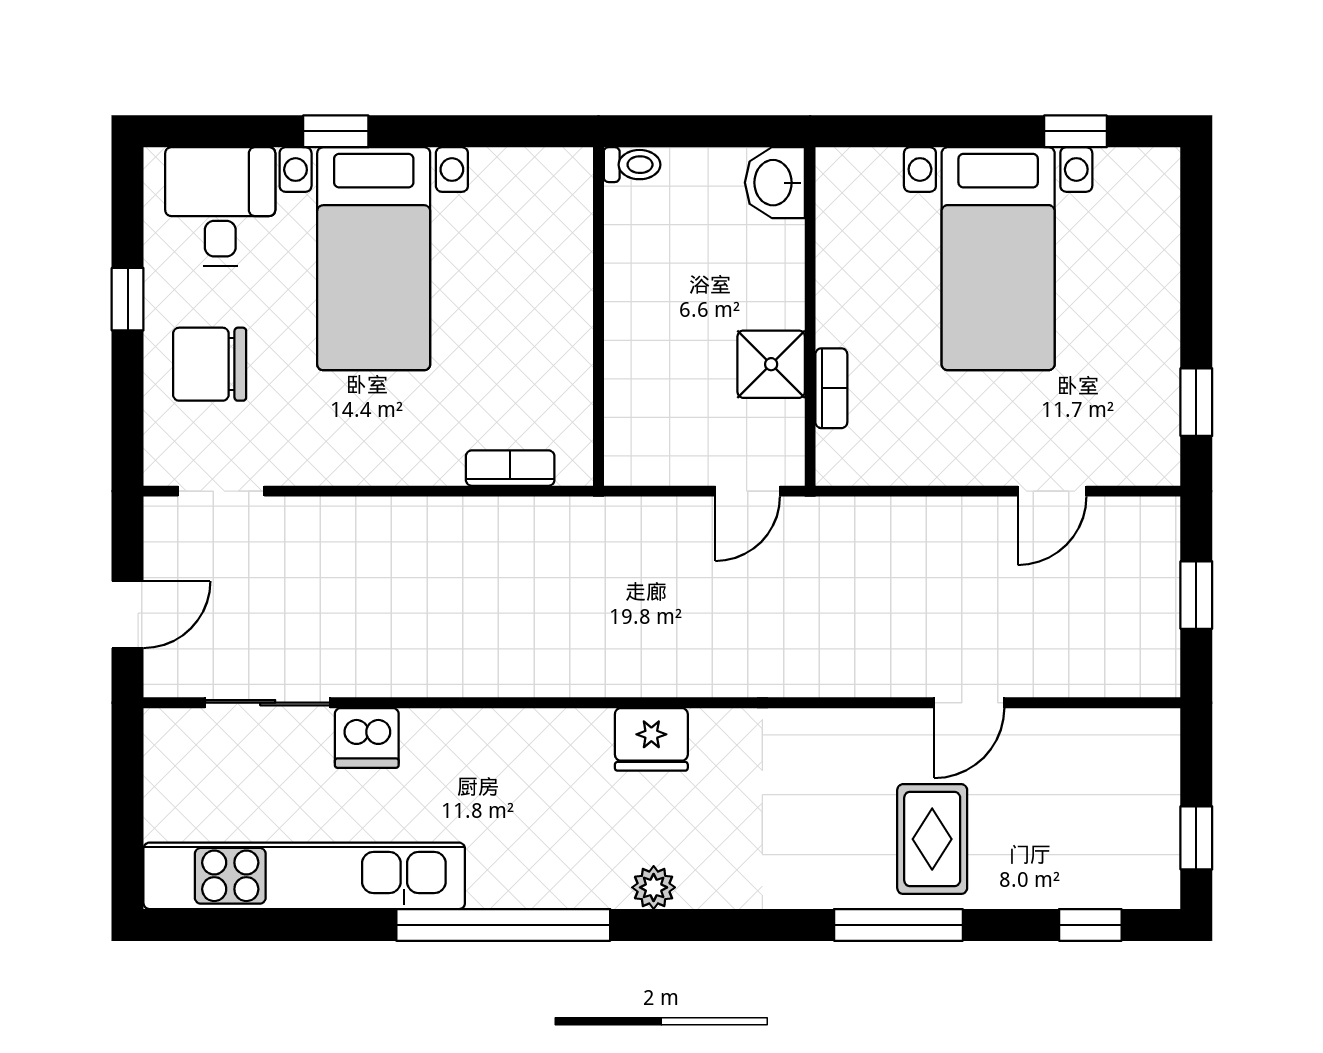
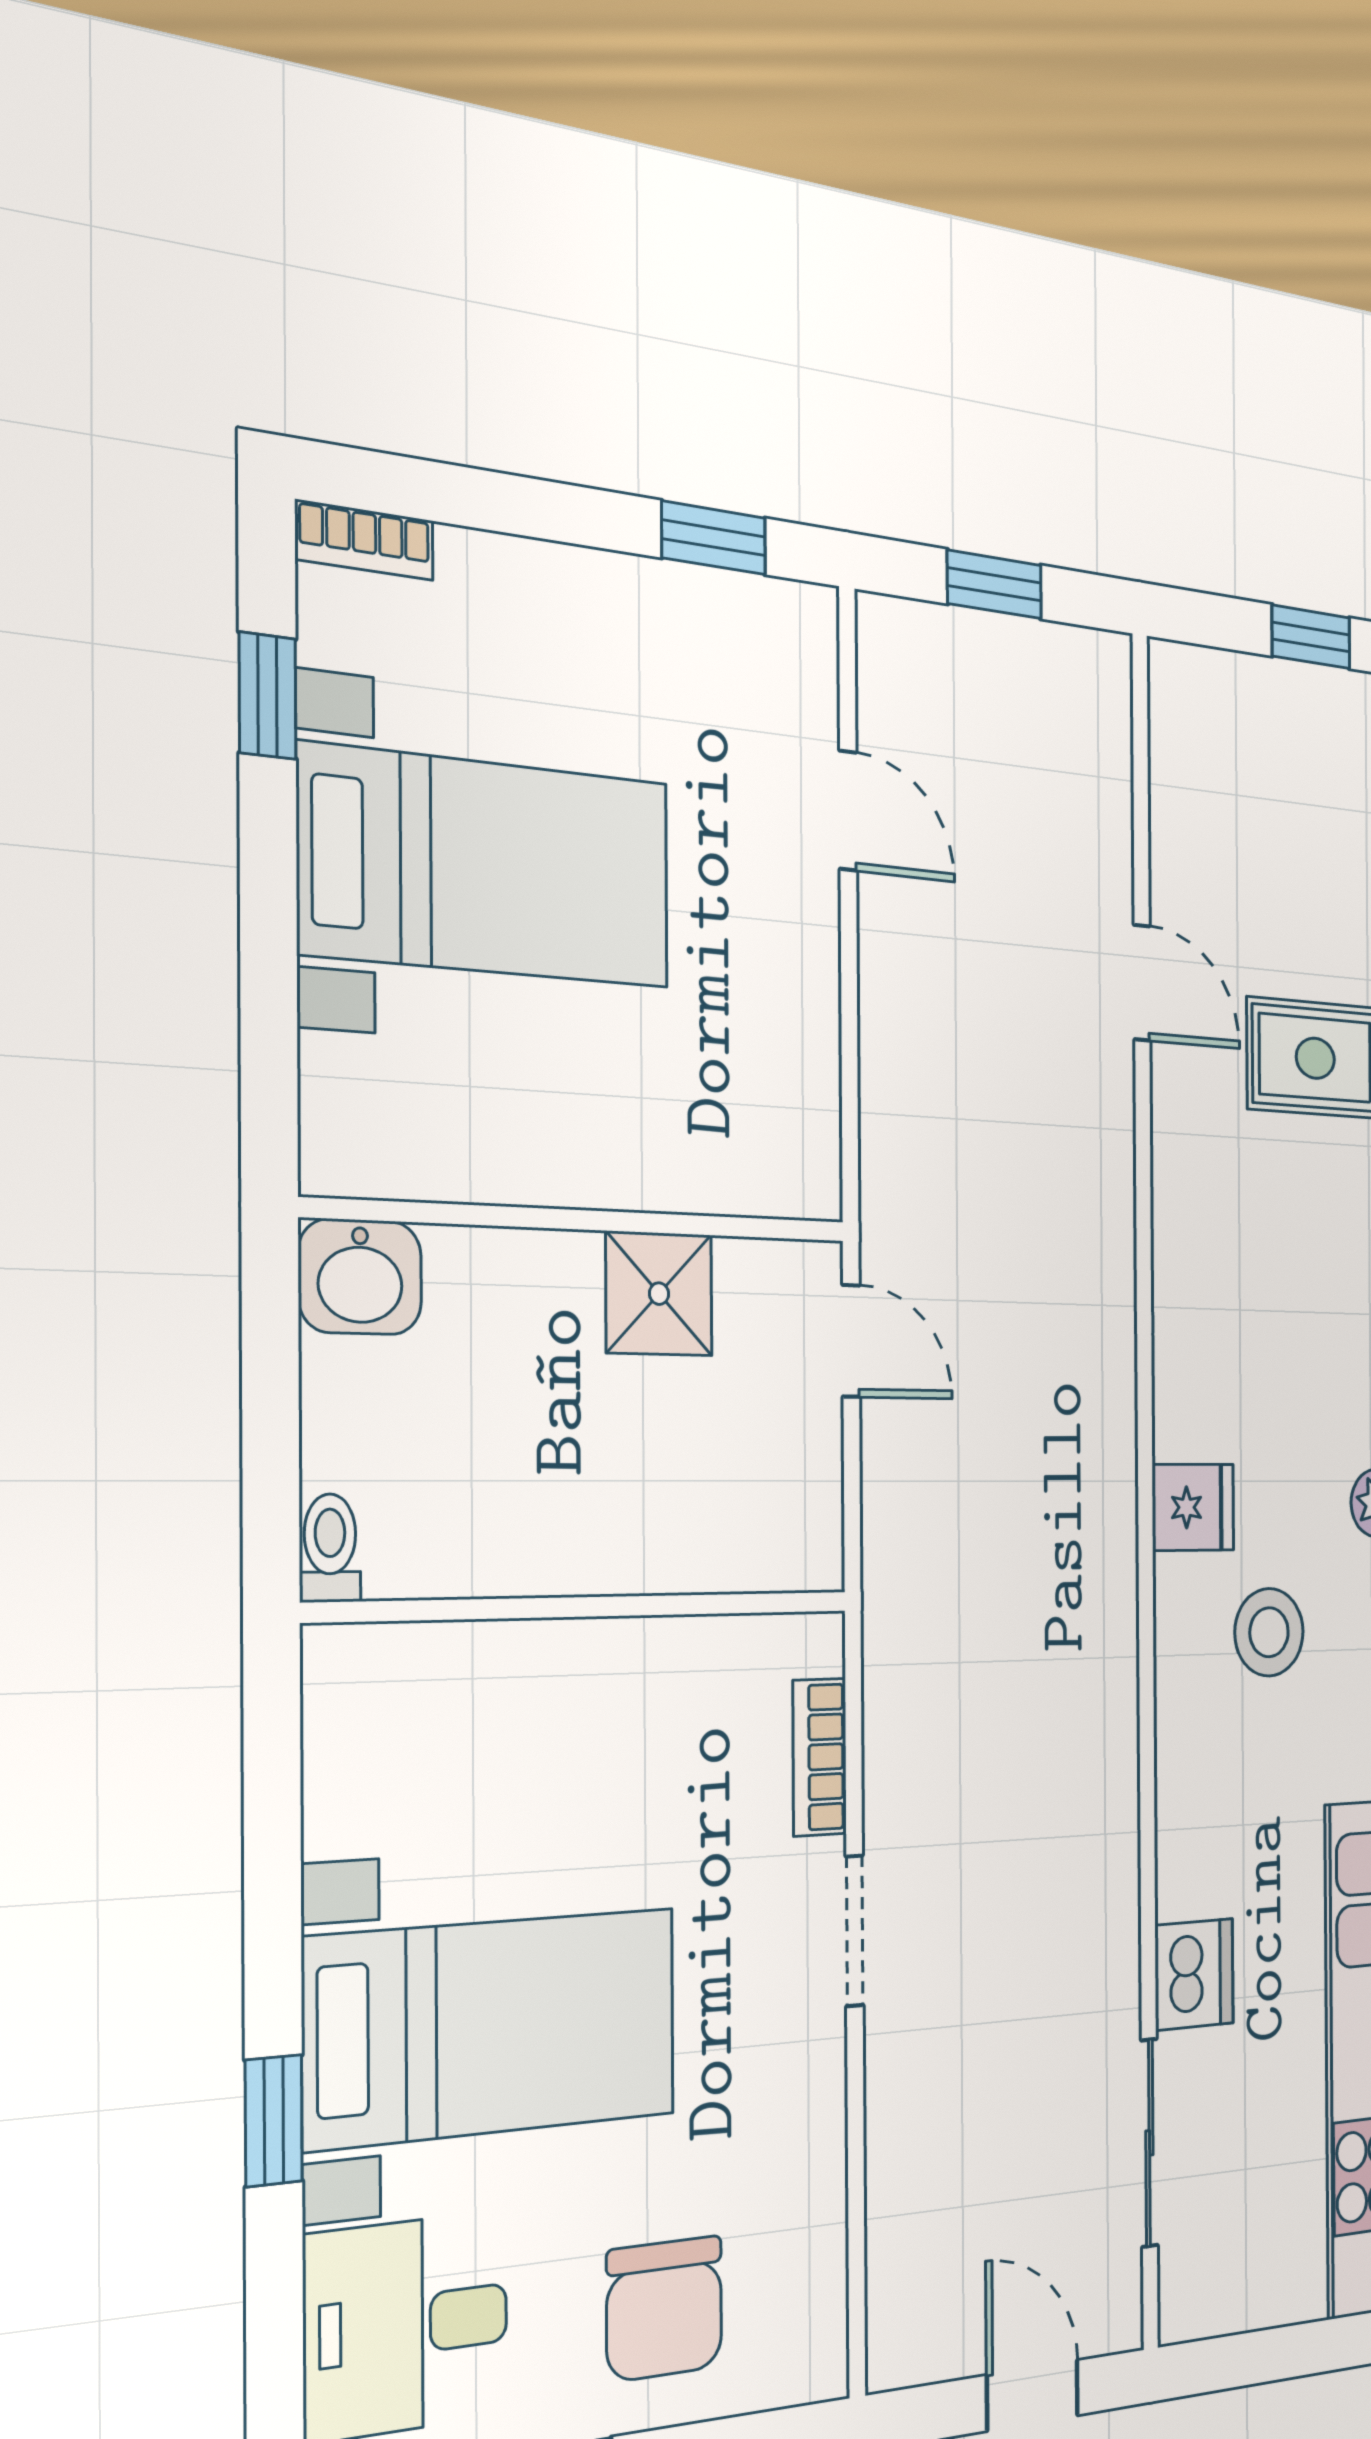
bookcase: (831, 388) -> (364, 540), moved, turned 180
doorway: (221, 491) -> (855, 1931), moved
fridge: (651, 739) -> (1193, 1507), width x0.72
stool: (574, 799) -> (1269, 1632), added

